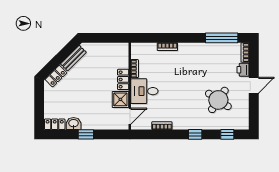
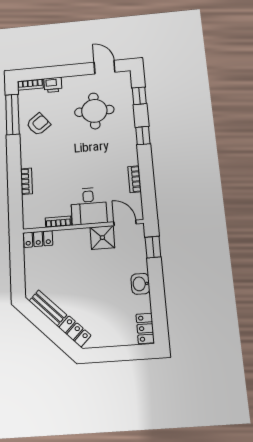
armchair: (212, 57) -> (38, 124), added
locker: (123, 79) -> (38, 239), moved
door: (254, 85) -> (105, 67), moved
round table: (218, 100) -> (94, 111), turned -34
washbasin: (74, 123) -> (140, 284), moved
window: (86, 134) -> (153, 247), moved

